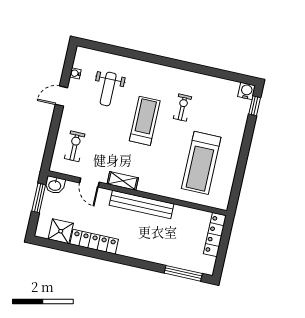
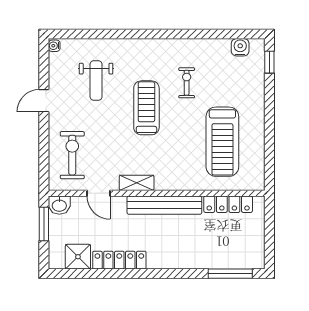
water cooler: (75, 73) -> (54, 46), moved
water cooler: (246, 91) -> (240, 47), moved
exercise bike: (75, 146) -> (72, 155), width x1.38, depth x1.39
locker: (215, 235) -> (228, 204), moved, turned -90

